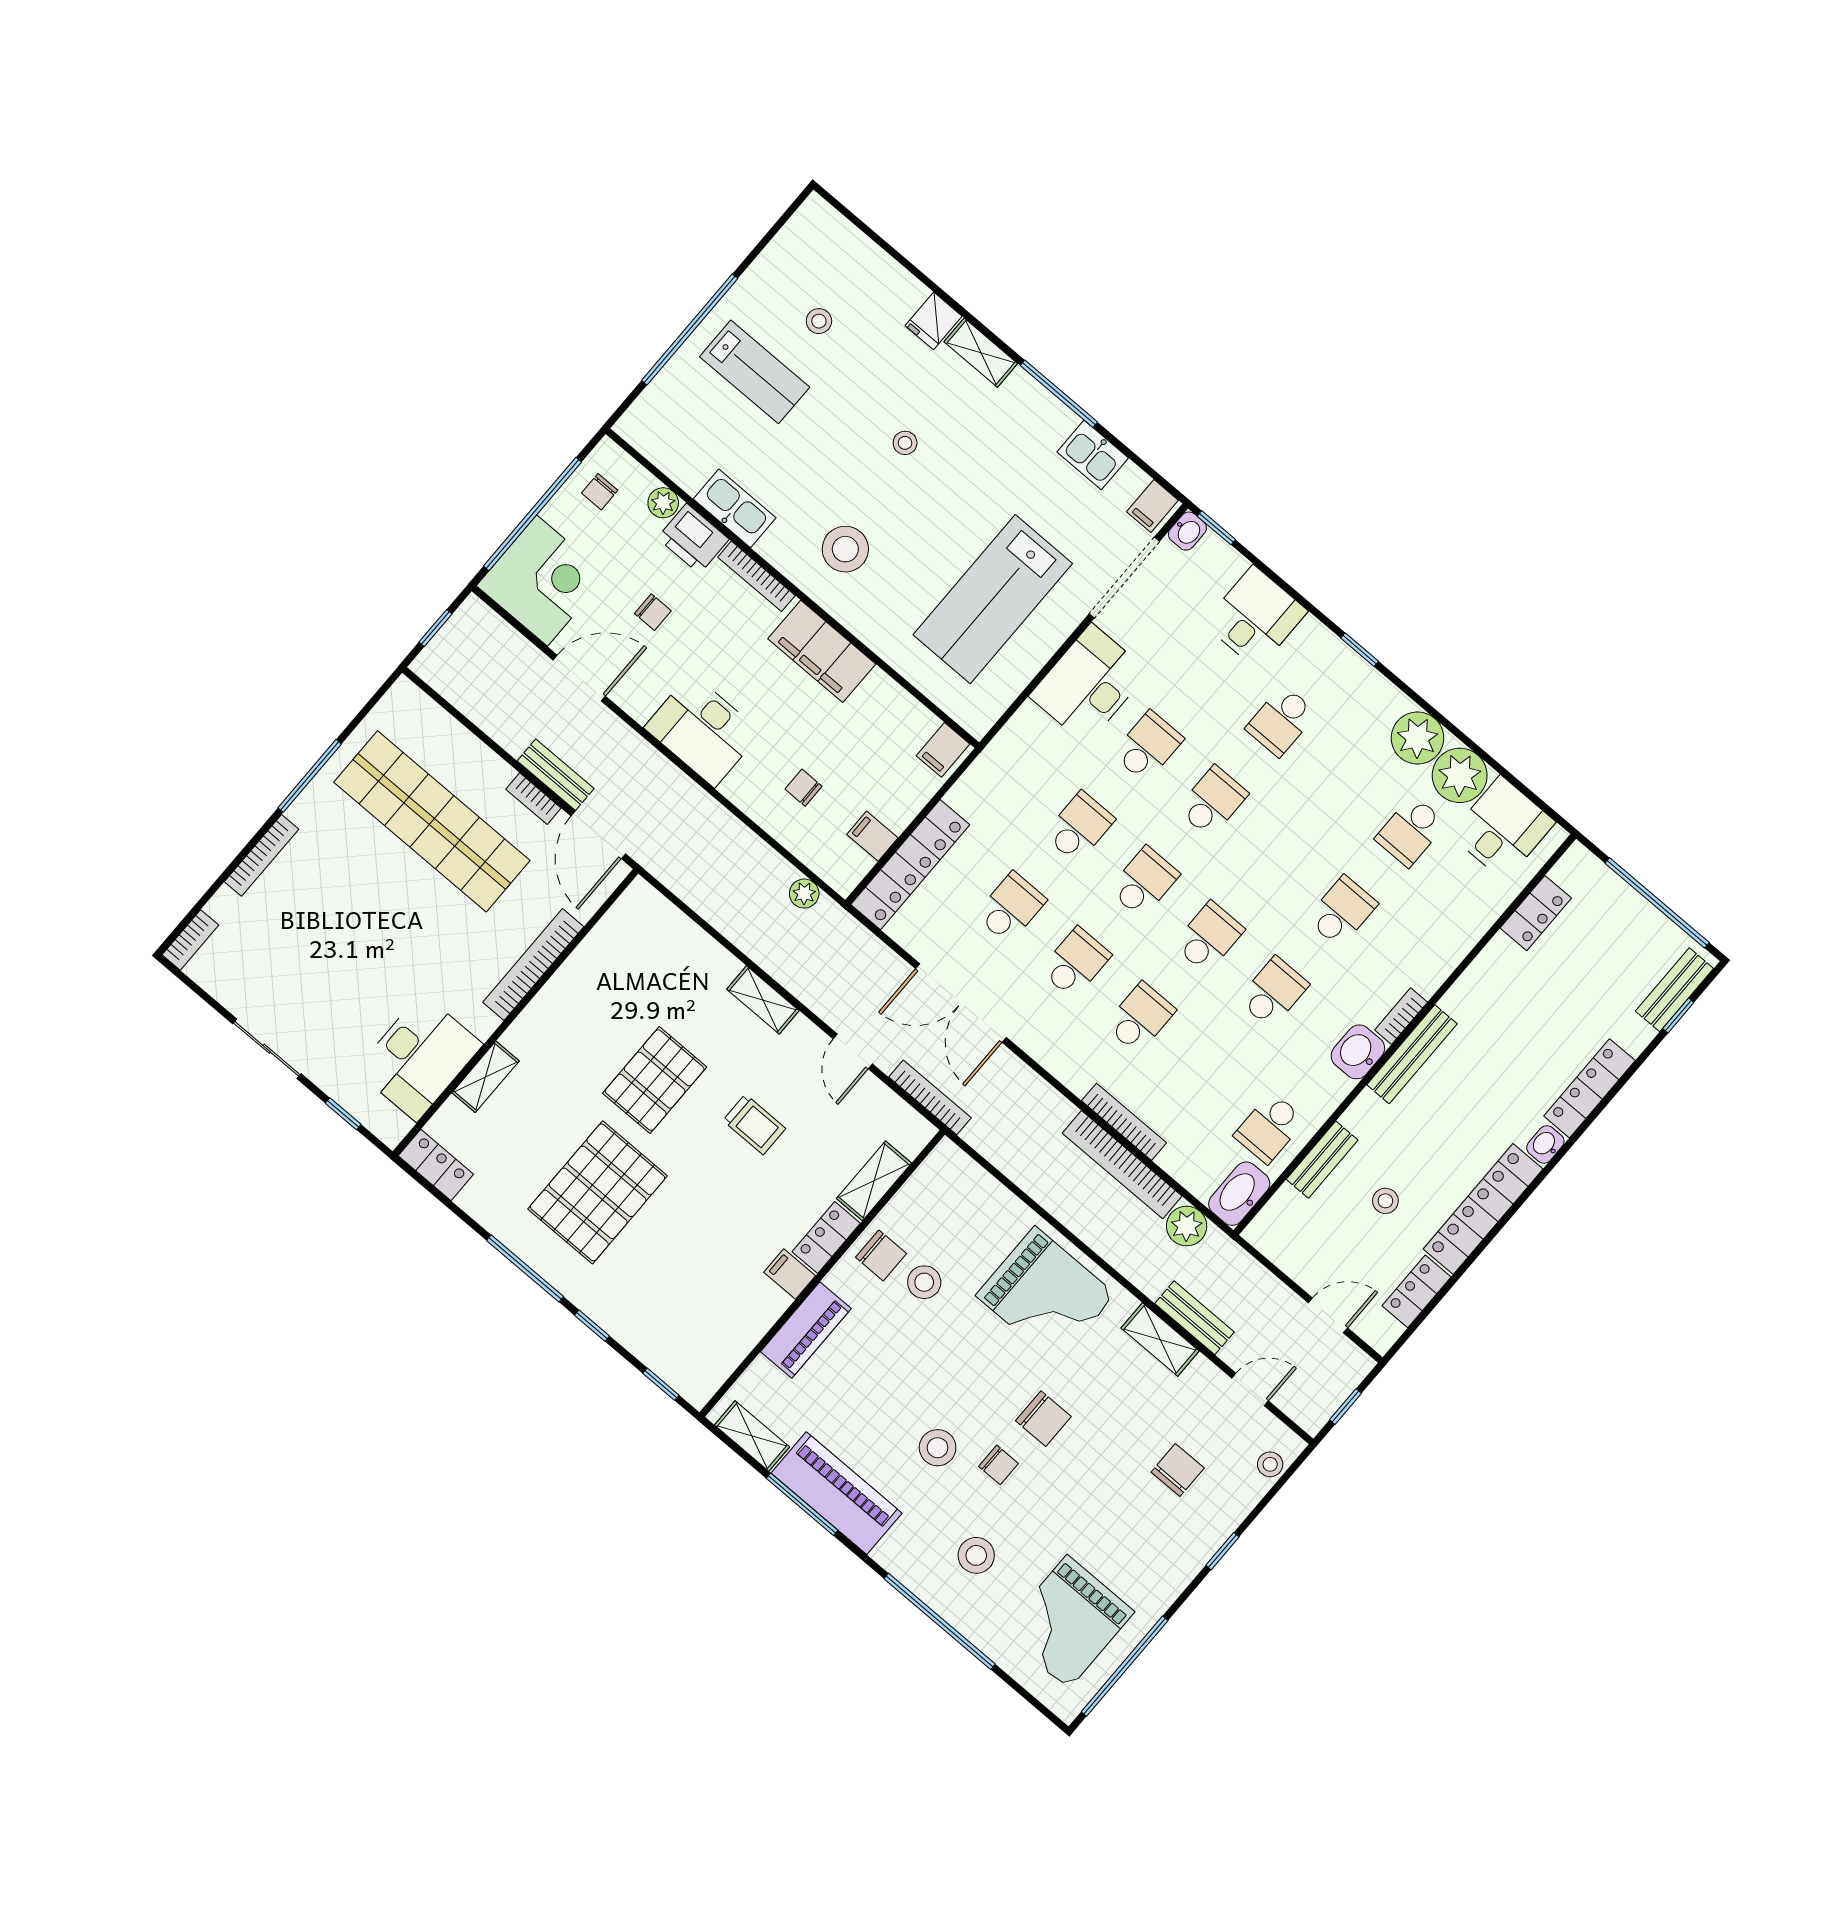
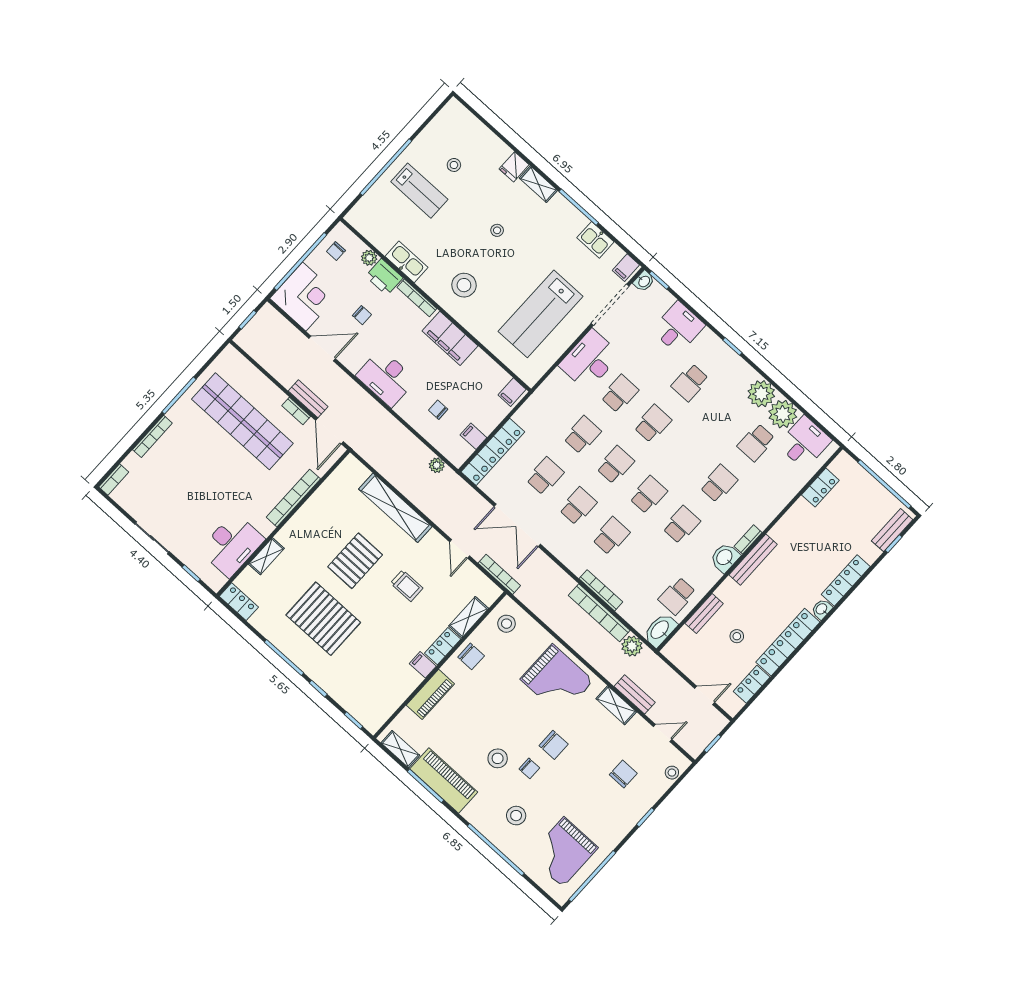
shelving: (763, 1000) -> (395, 508), width x2.20, depth x1.33
pallet: (598, 1192) -> (323, 619), turned 90
stool: (924, 1282) -> (507, 624), moved

